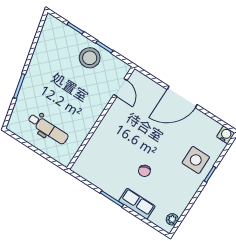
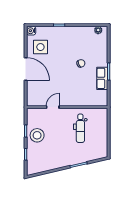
door: (120, 87) -> (53, 107), moved
dental chair: (48, 129) -> (80, 128), moved, turned 180
side table: (196, 160) -> (40, 47), moved
row of seats: (137, 204) -> (102, 78), moved

